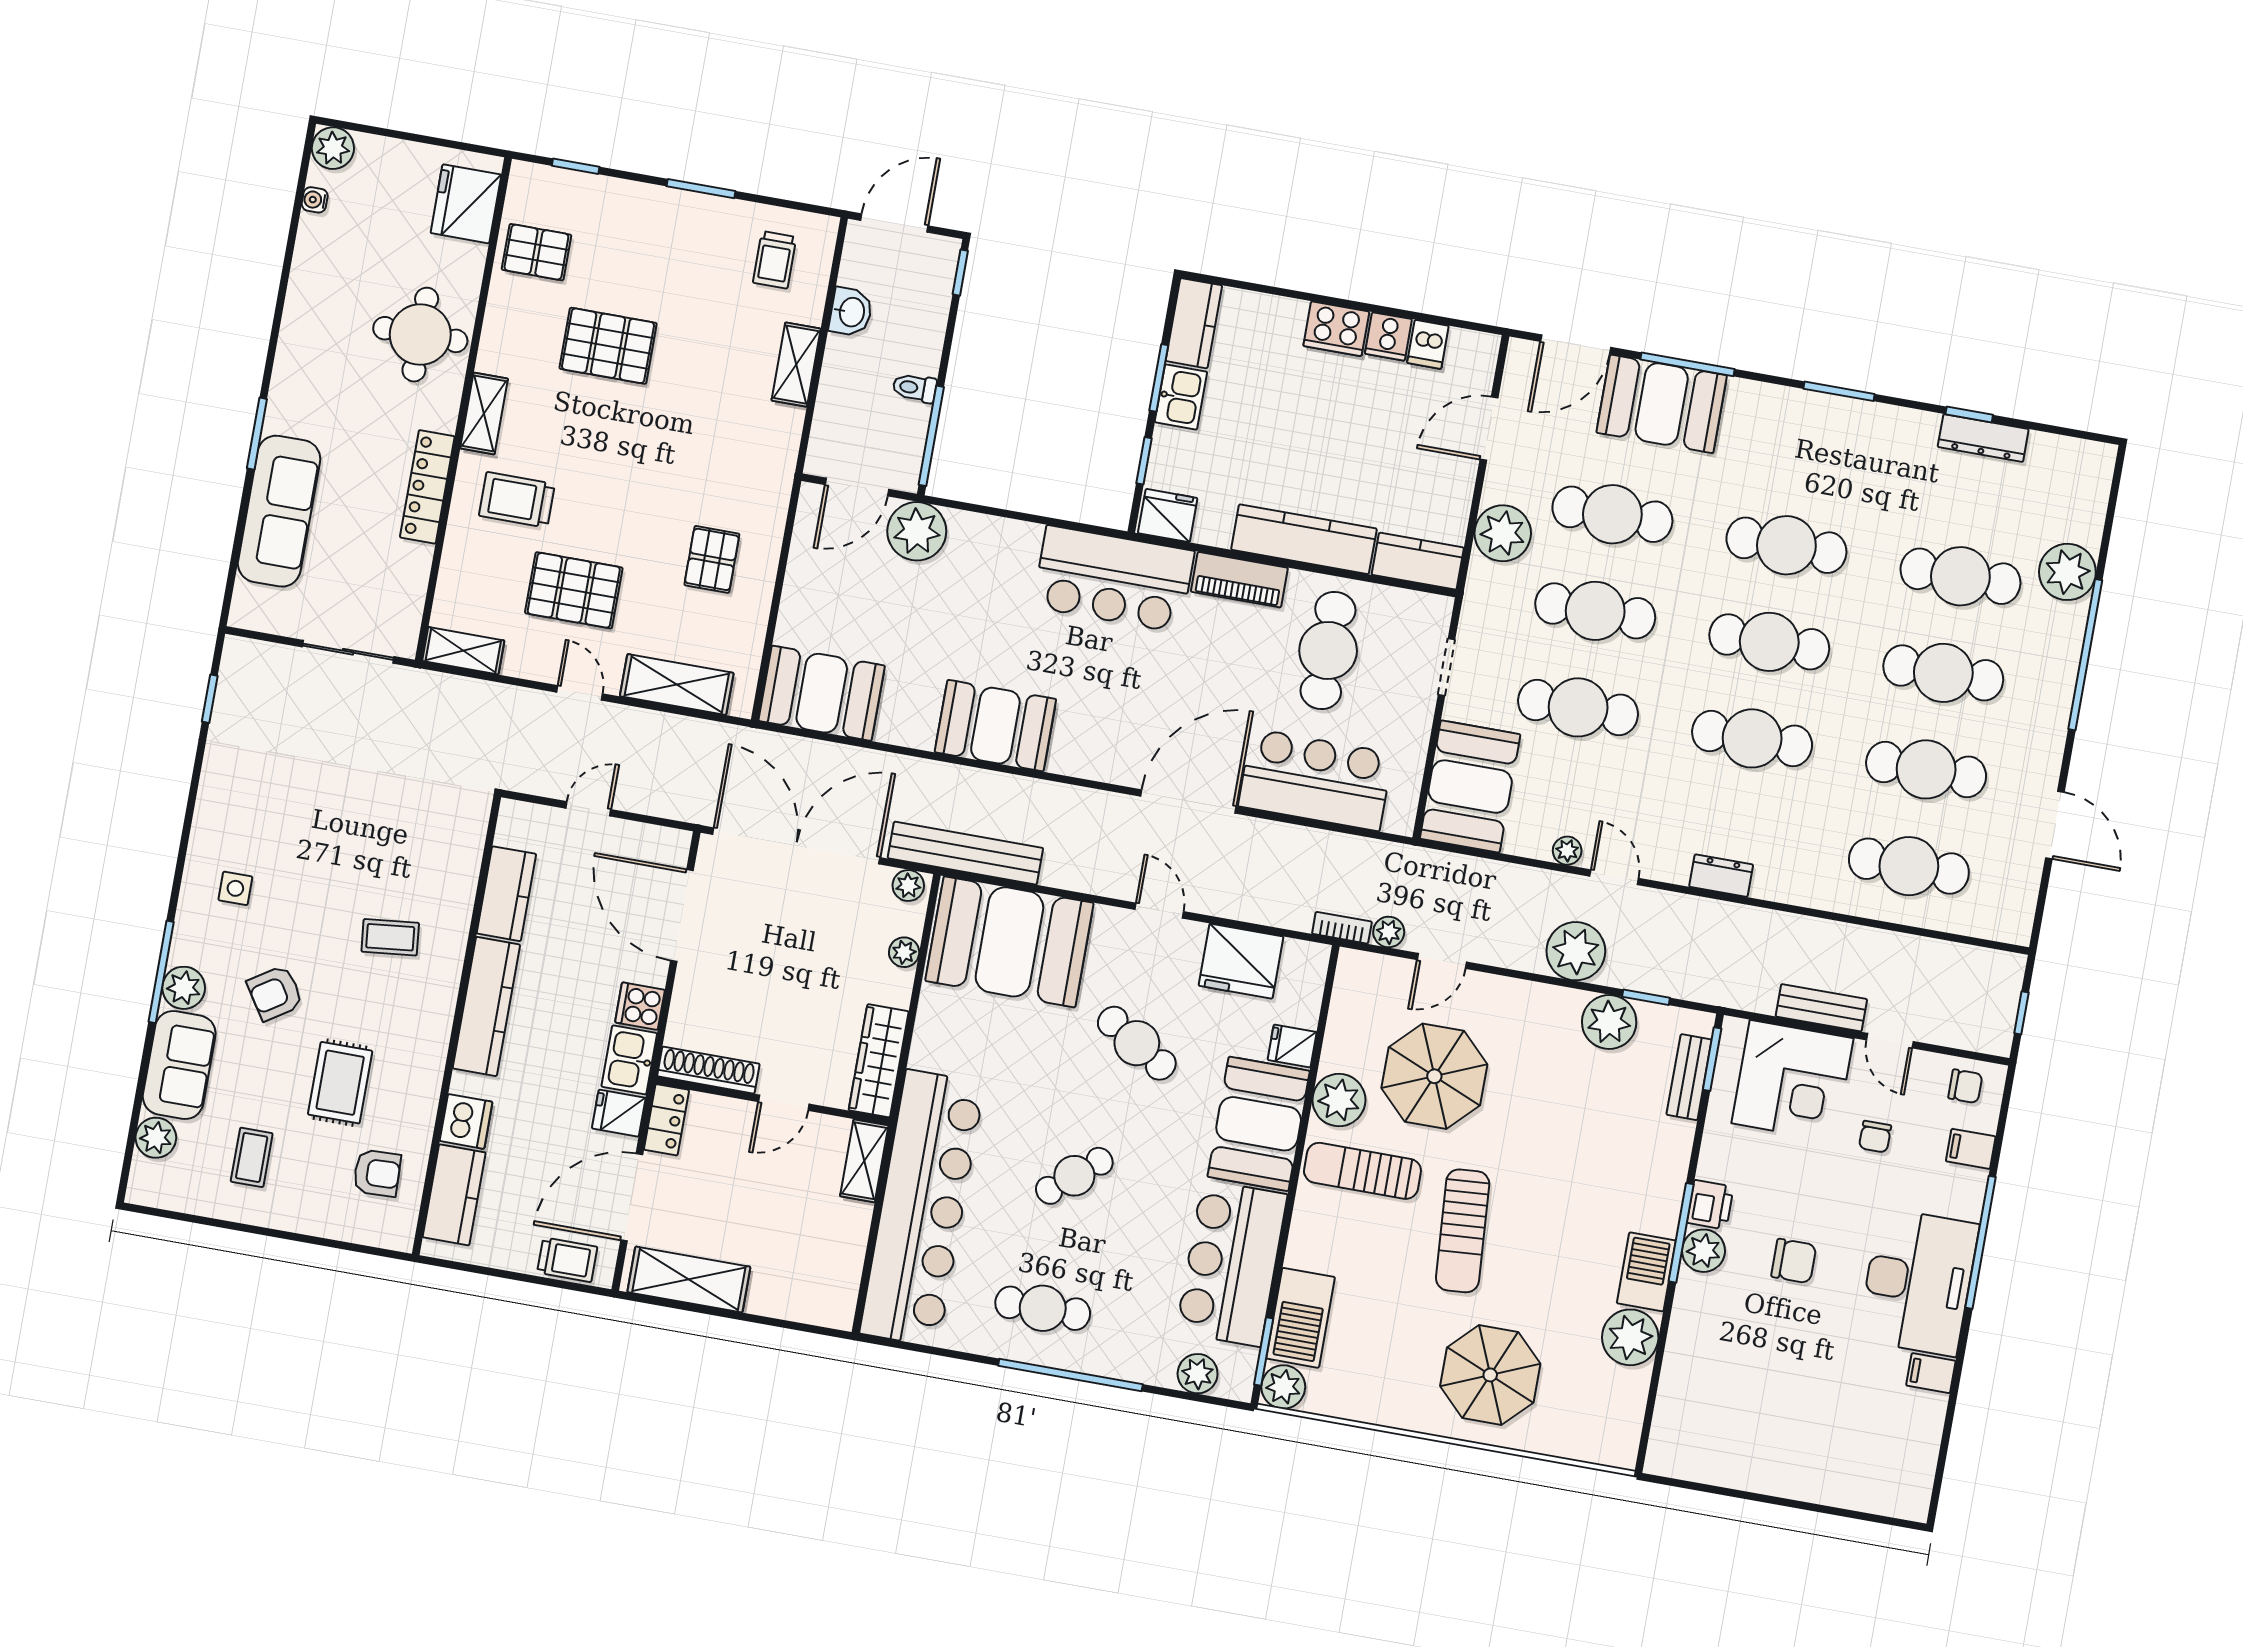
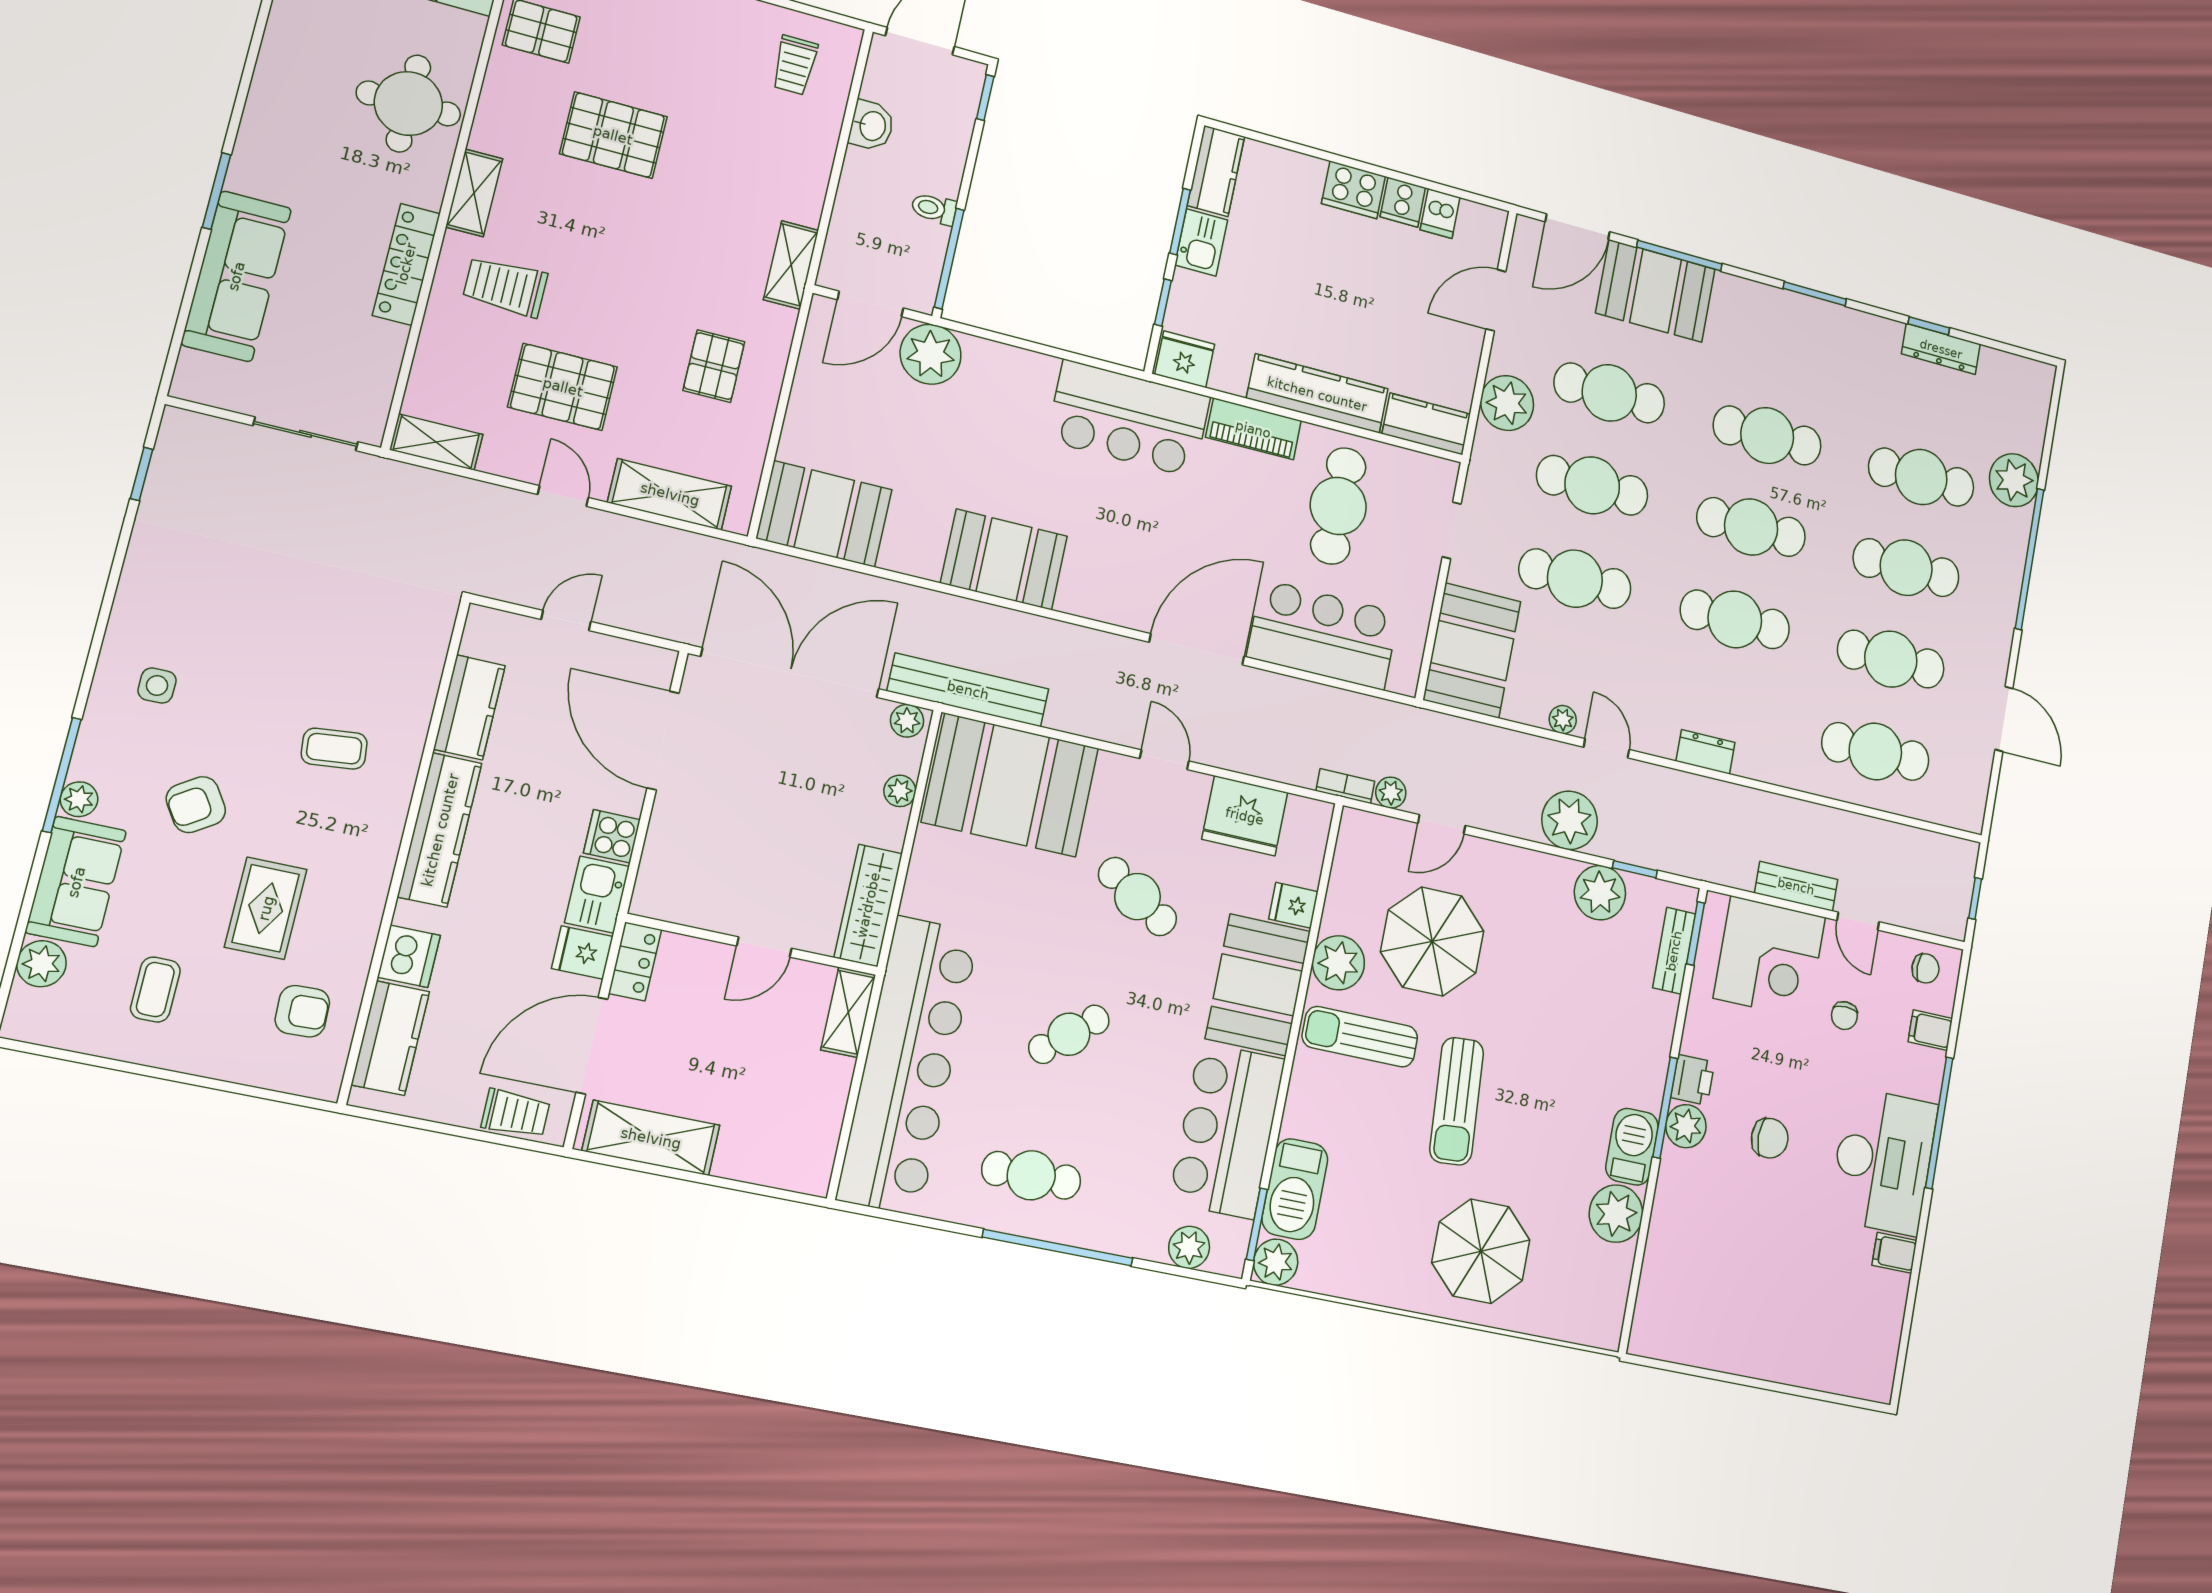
shelving: (796, 365) -> (791, 265), moved
plant: (184, 988) -> (79, 799), width x0.73, depth x0.73
shoe rack: (708, 1070) -> (684, 909), removed

